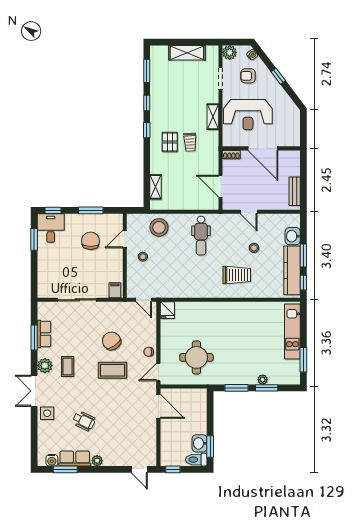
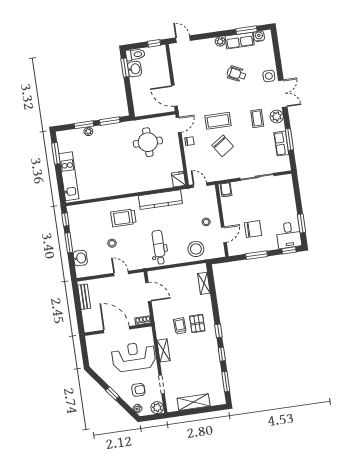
chair: (90, 241) -> (253, 229), turned -91
kitchen counter: (292, 270) -> (160, 200), moved, turned 90

